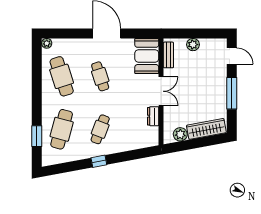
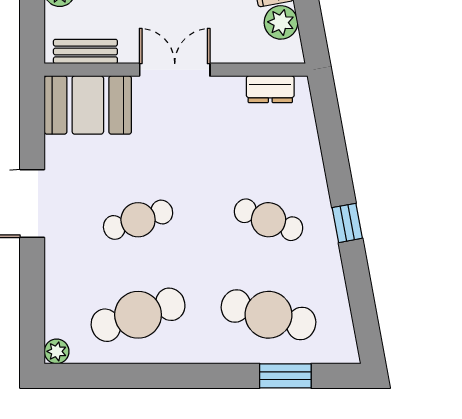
dresser: (153, 116) -> (270, 89), moved

